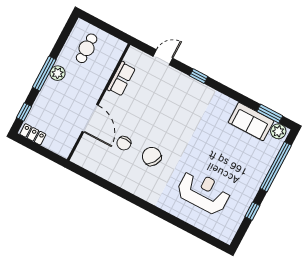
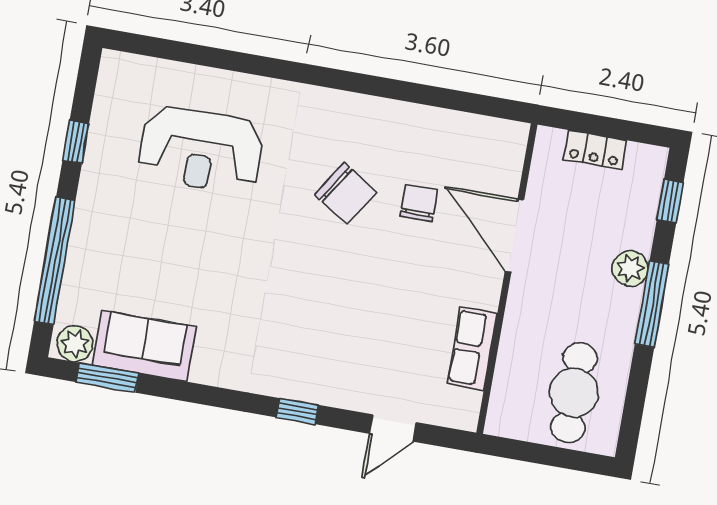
cafe table: (87, 48) -> (574, 393), width x1.37, depth x1.35
plant: (58, 73) -> (630, 269), moved
locker: (33, 134) -> (595, 150), moved

